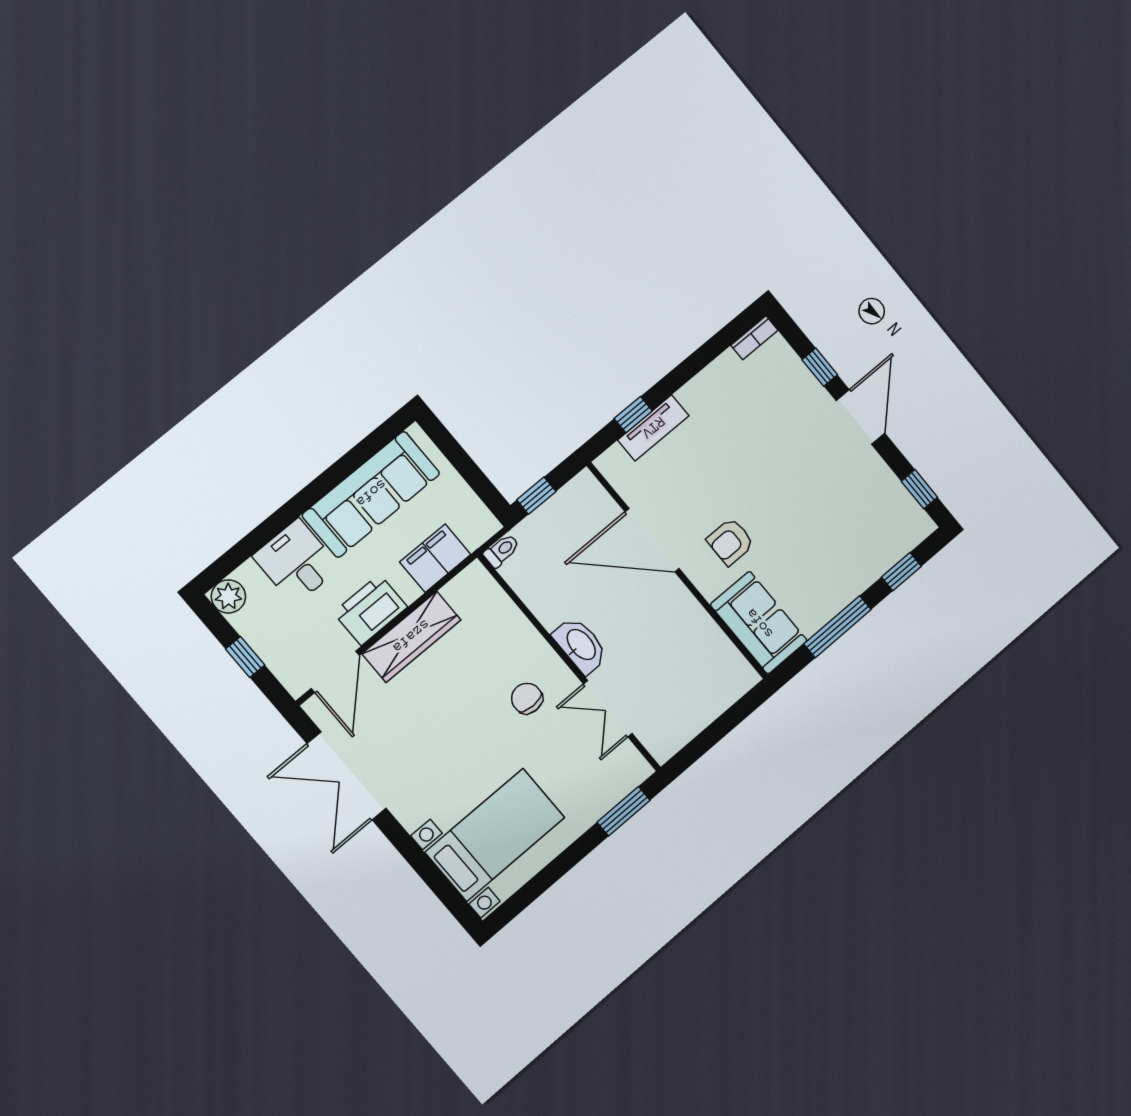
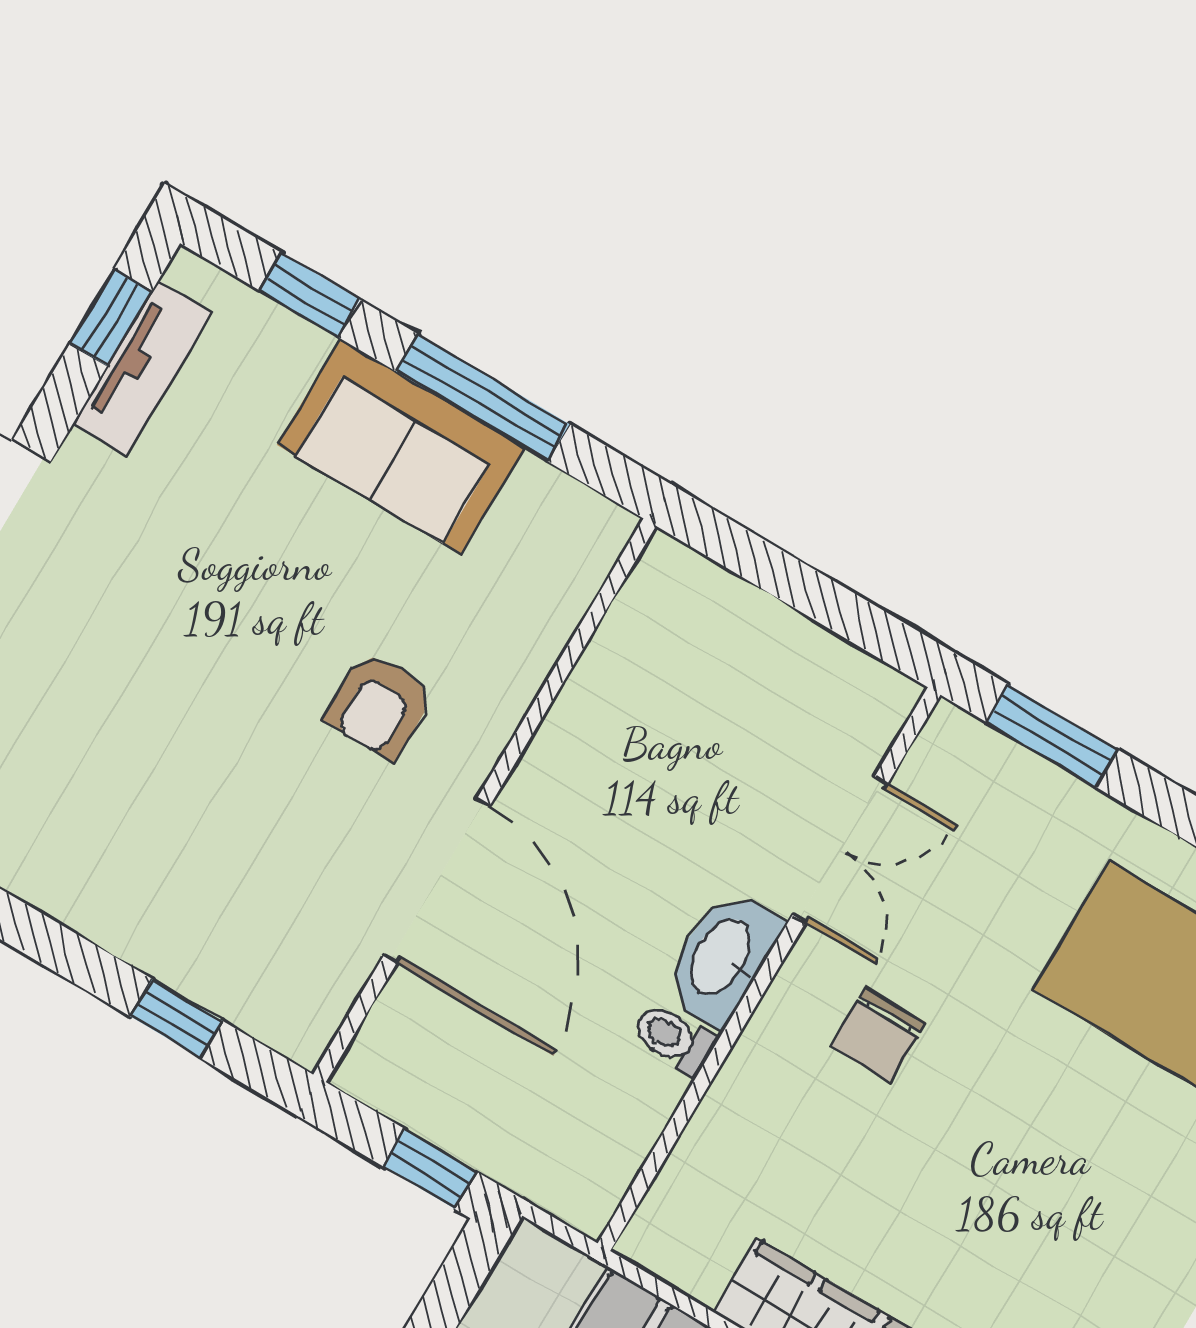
tv unit: (653, 428) -> (143, 368), moved, turned 90
armchair: (730, 542) -> (379, 705), turned 90
toilet: (502, 551) -> (673, 1038), moved
sofa: (759, 623) -> (401, 446), moved, turned -90

